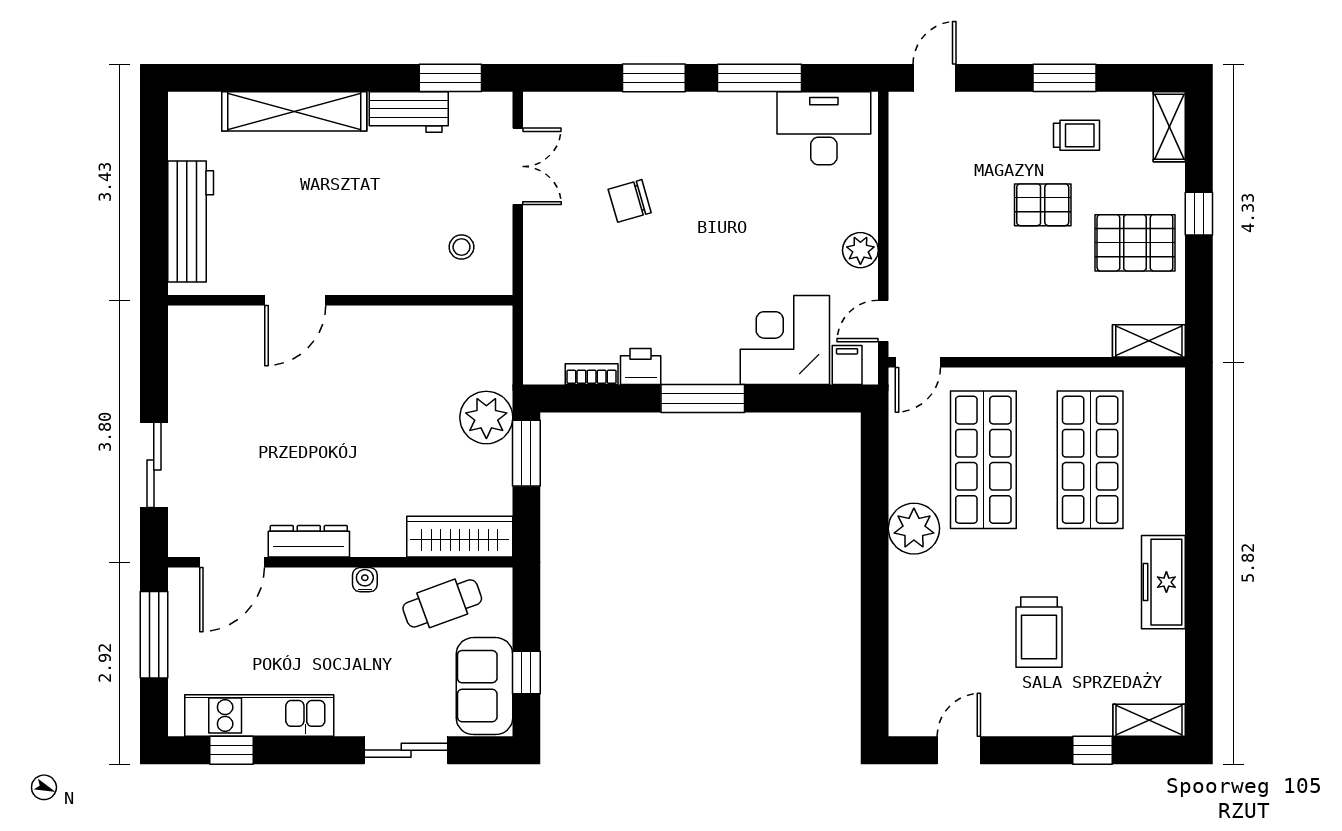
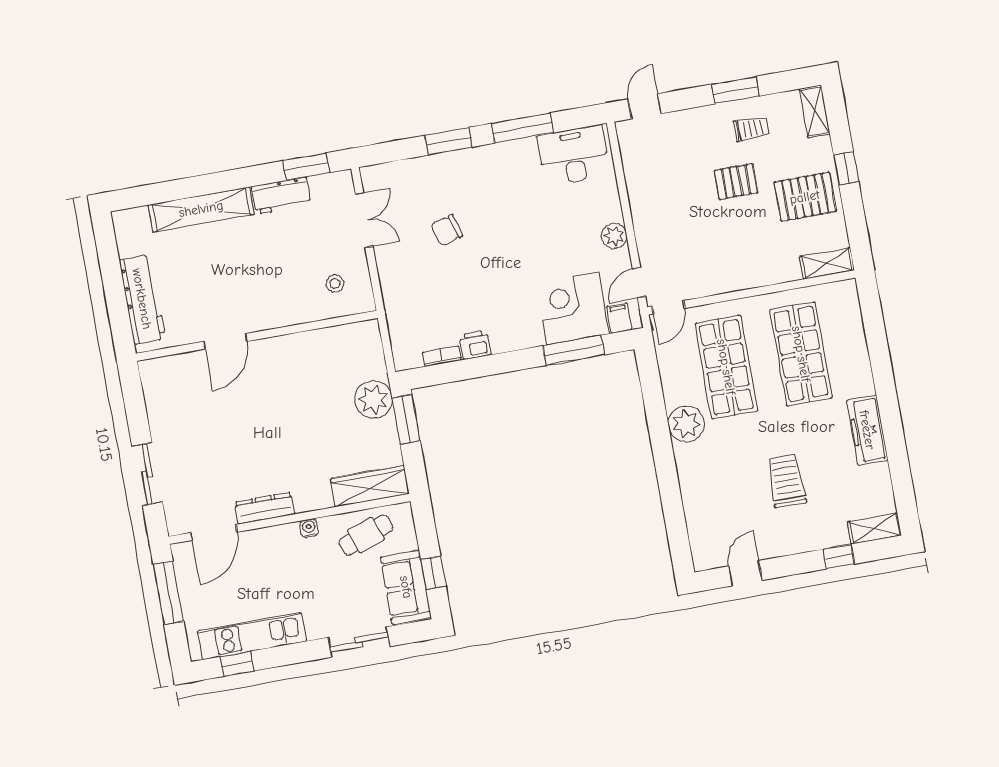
window: (703, 399) -> (574, 350), moved
trolley: (1039, 632) -> (787, 481), turned 180

